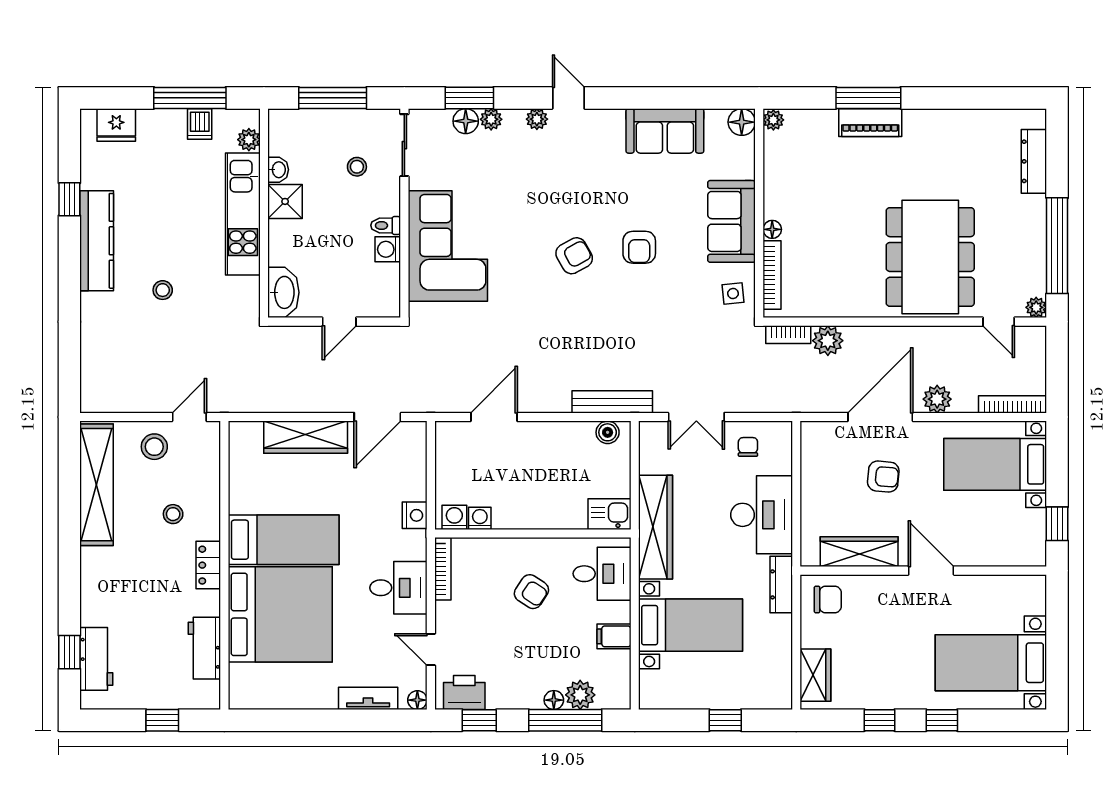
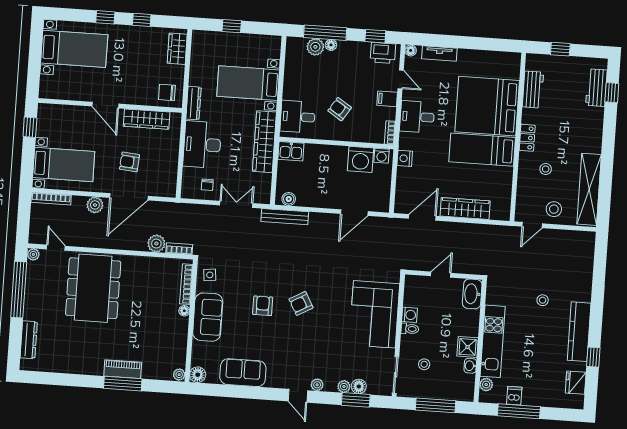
fridge: (116, 125) -> (576, 383), moved, turned -90
washing machine: (480, 518) -> (361, 159), width x1.89, depth x1.89
bookcase: (443, 569) -> (390, 133), width x0.64
filing cabinet: (614, 636) -> (387, 99), moved, turned 180

